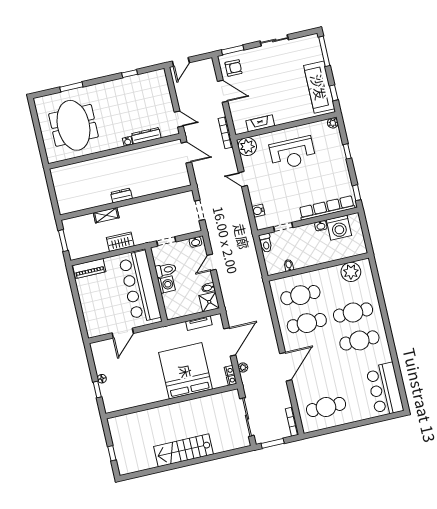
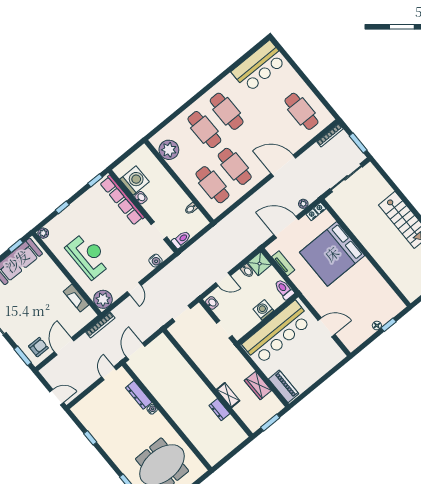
armchair: (233, 68) -> (38, 347), turned 89
dresser: (121, 196) -> (219, 410), moved
wardrobe: (120, 242) -> (258, 386), moved
toilet: (166, 270) -> (284, 289), moved

